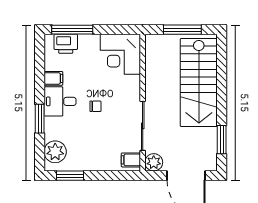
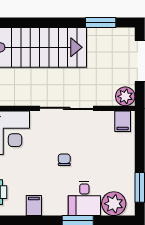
desk: (60, 101) -> (84, 198), moved
sliding door: (143, 126) -> (67, 108), moved

